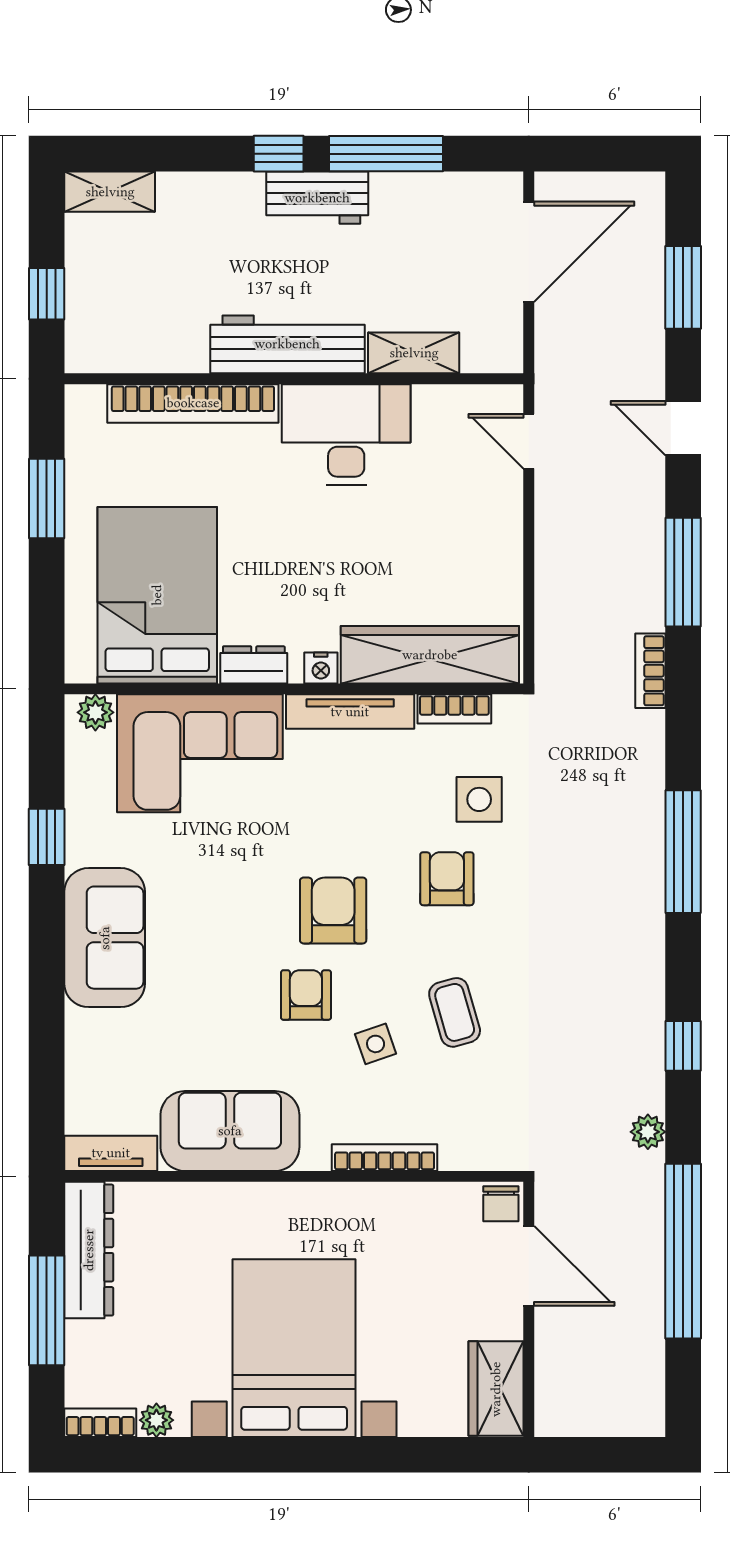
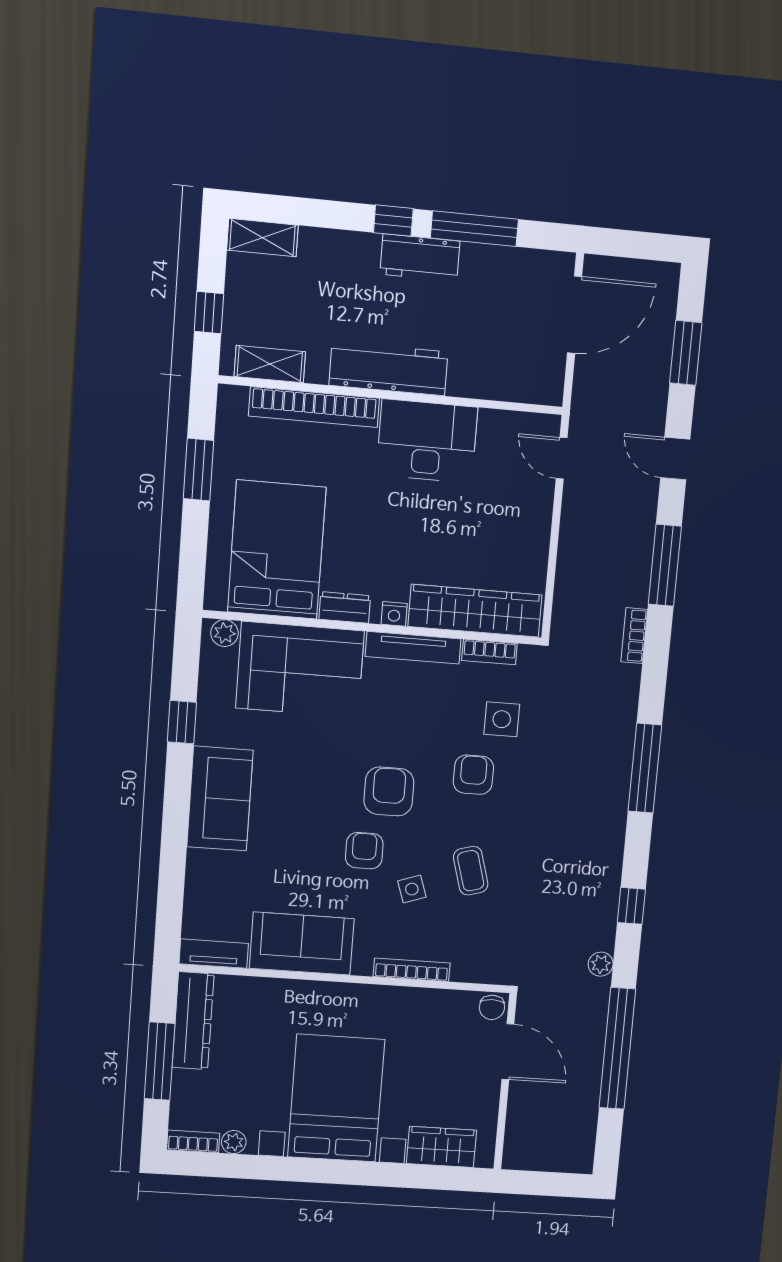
shelving: (414, 353) -> (270, 364), moved
wardrobe: (496, 1389) -> (442, 1147), moved, turned 90

